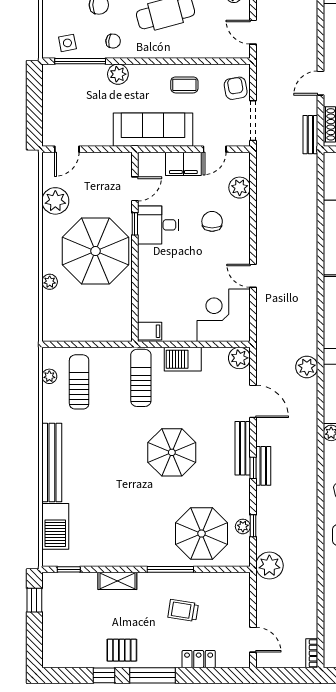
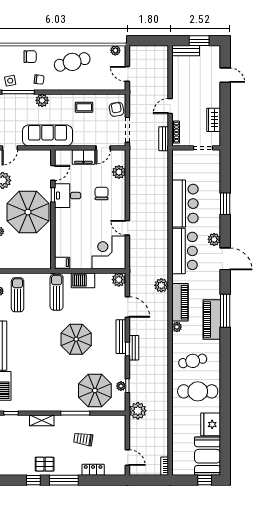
sofa: (153, 130) -> (48, 135), moved

